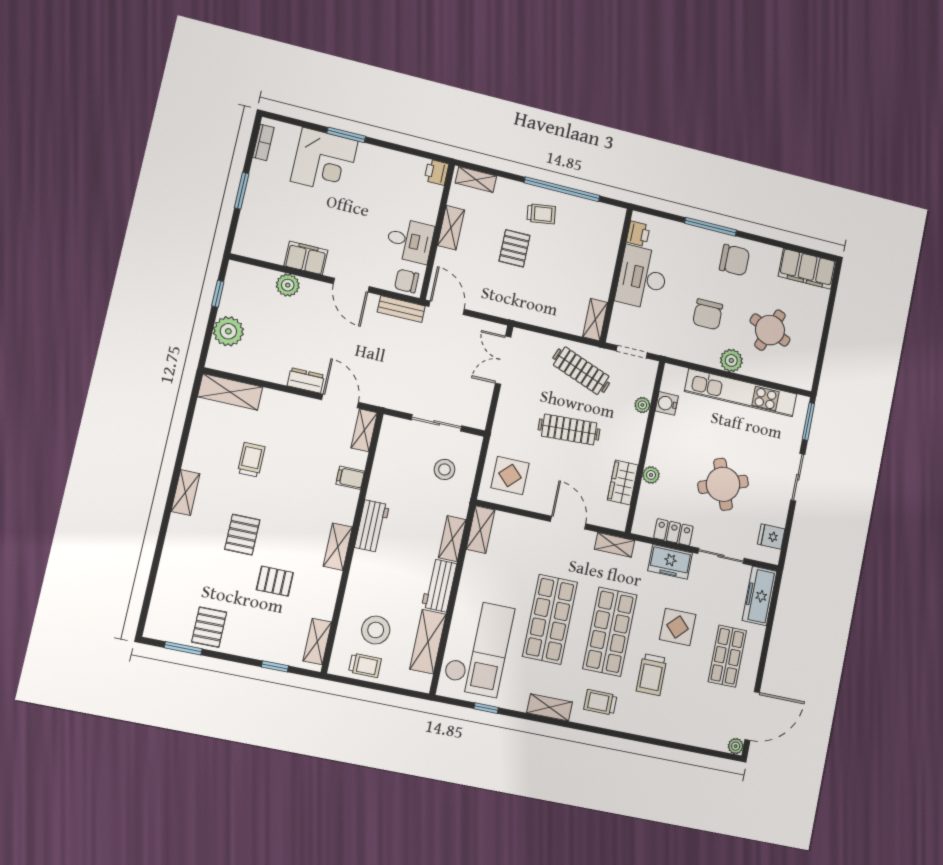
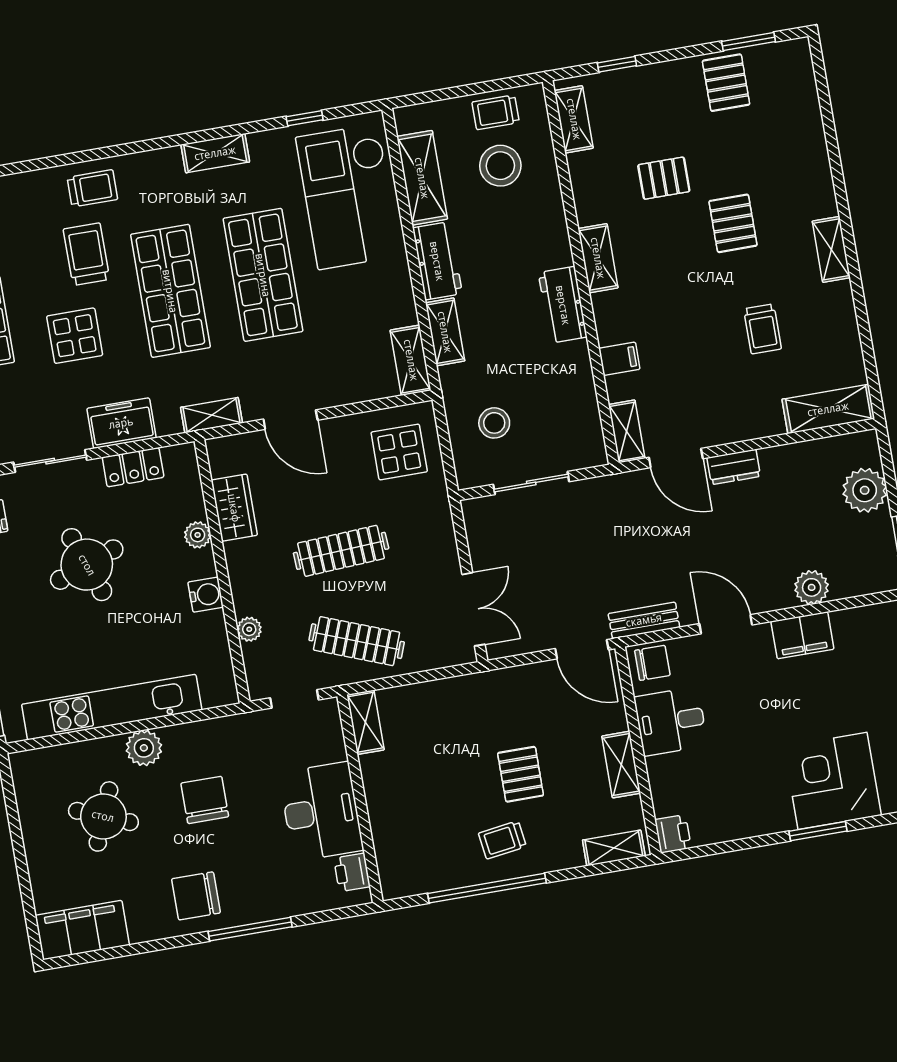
water cooler: (667, 403) -> (206, 595), moved
trolley: (600, 702) -> (92, 188), moved

